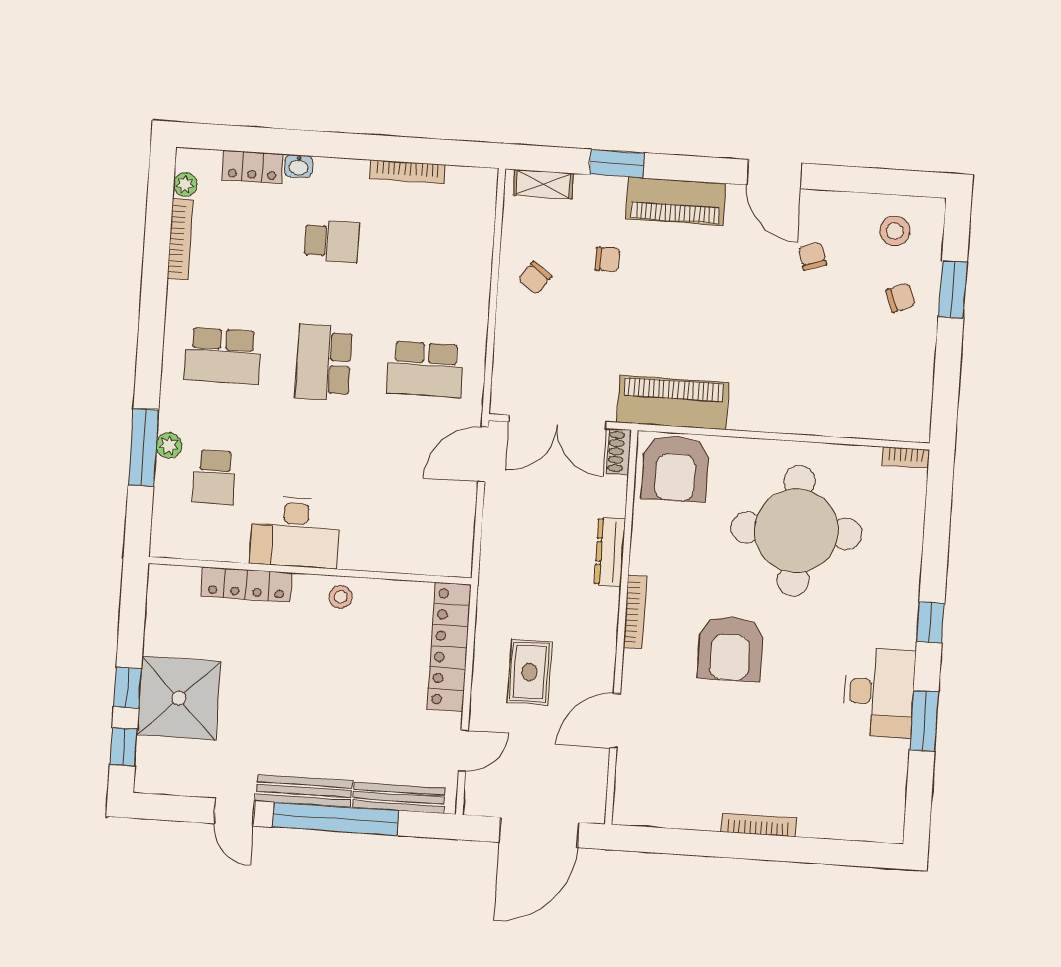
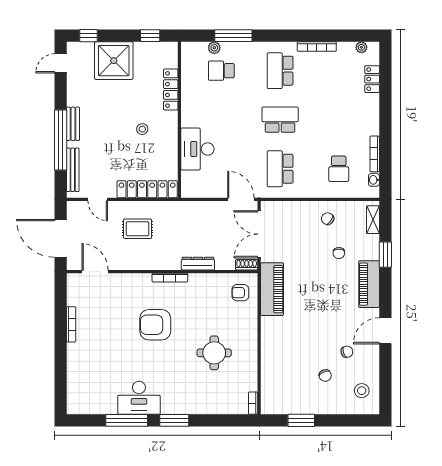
washbasin: (299, 166) -> (374, 180), moved
bookcase: (180, 239) -> (317, 47), moved
school desk: (332, 241) -> (339, 169), moved
window: (953, 289) -> (301, 420), moved
chair: (901, 298) -> (325, 376), moved
plant: (169, 445) -> (214, 48), moved
armchair: (676, 468) -> (240, 293), width x0.53, depth x0.53
round table: (797, 531) -> (214, 353), width x0.54, depth x0.54
desk: (295, 532) -> (197, 149), moved
stool: (341, 597) -> (142, 129), moved
window: (931, 623) -> (174, 420), width x1.50
window: (127, 688) -> (150, 36), moved
door: (615, 721) -> (95, 272), moved
window: (924, 721) -> (127, 420), width x1.44
bench: (304, 791) -> (73, 124), width x0.73
door: (234, 812) -> (61, 63), moved
bookcase: (759, 825) -> (71, 324), moved

